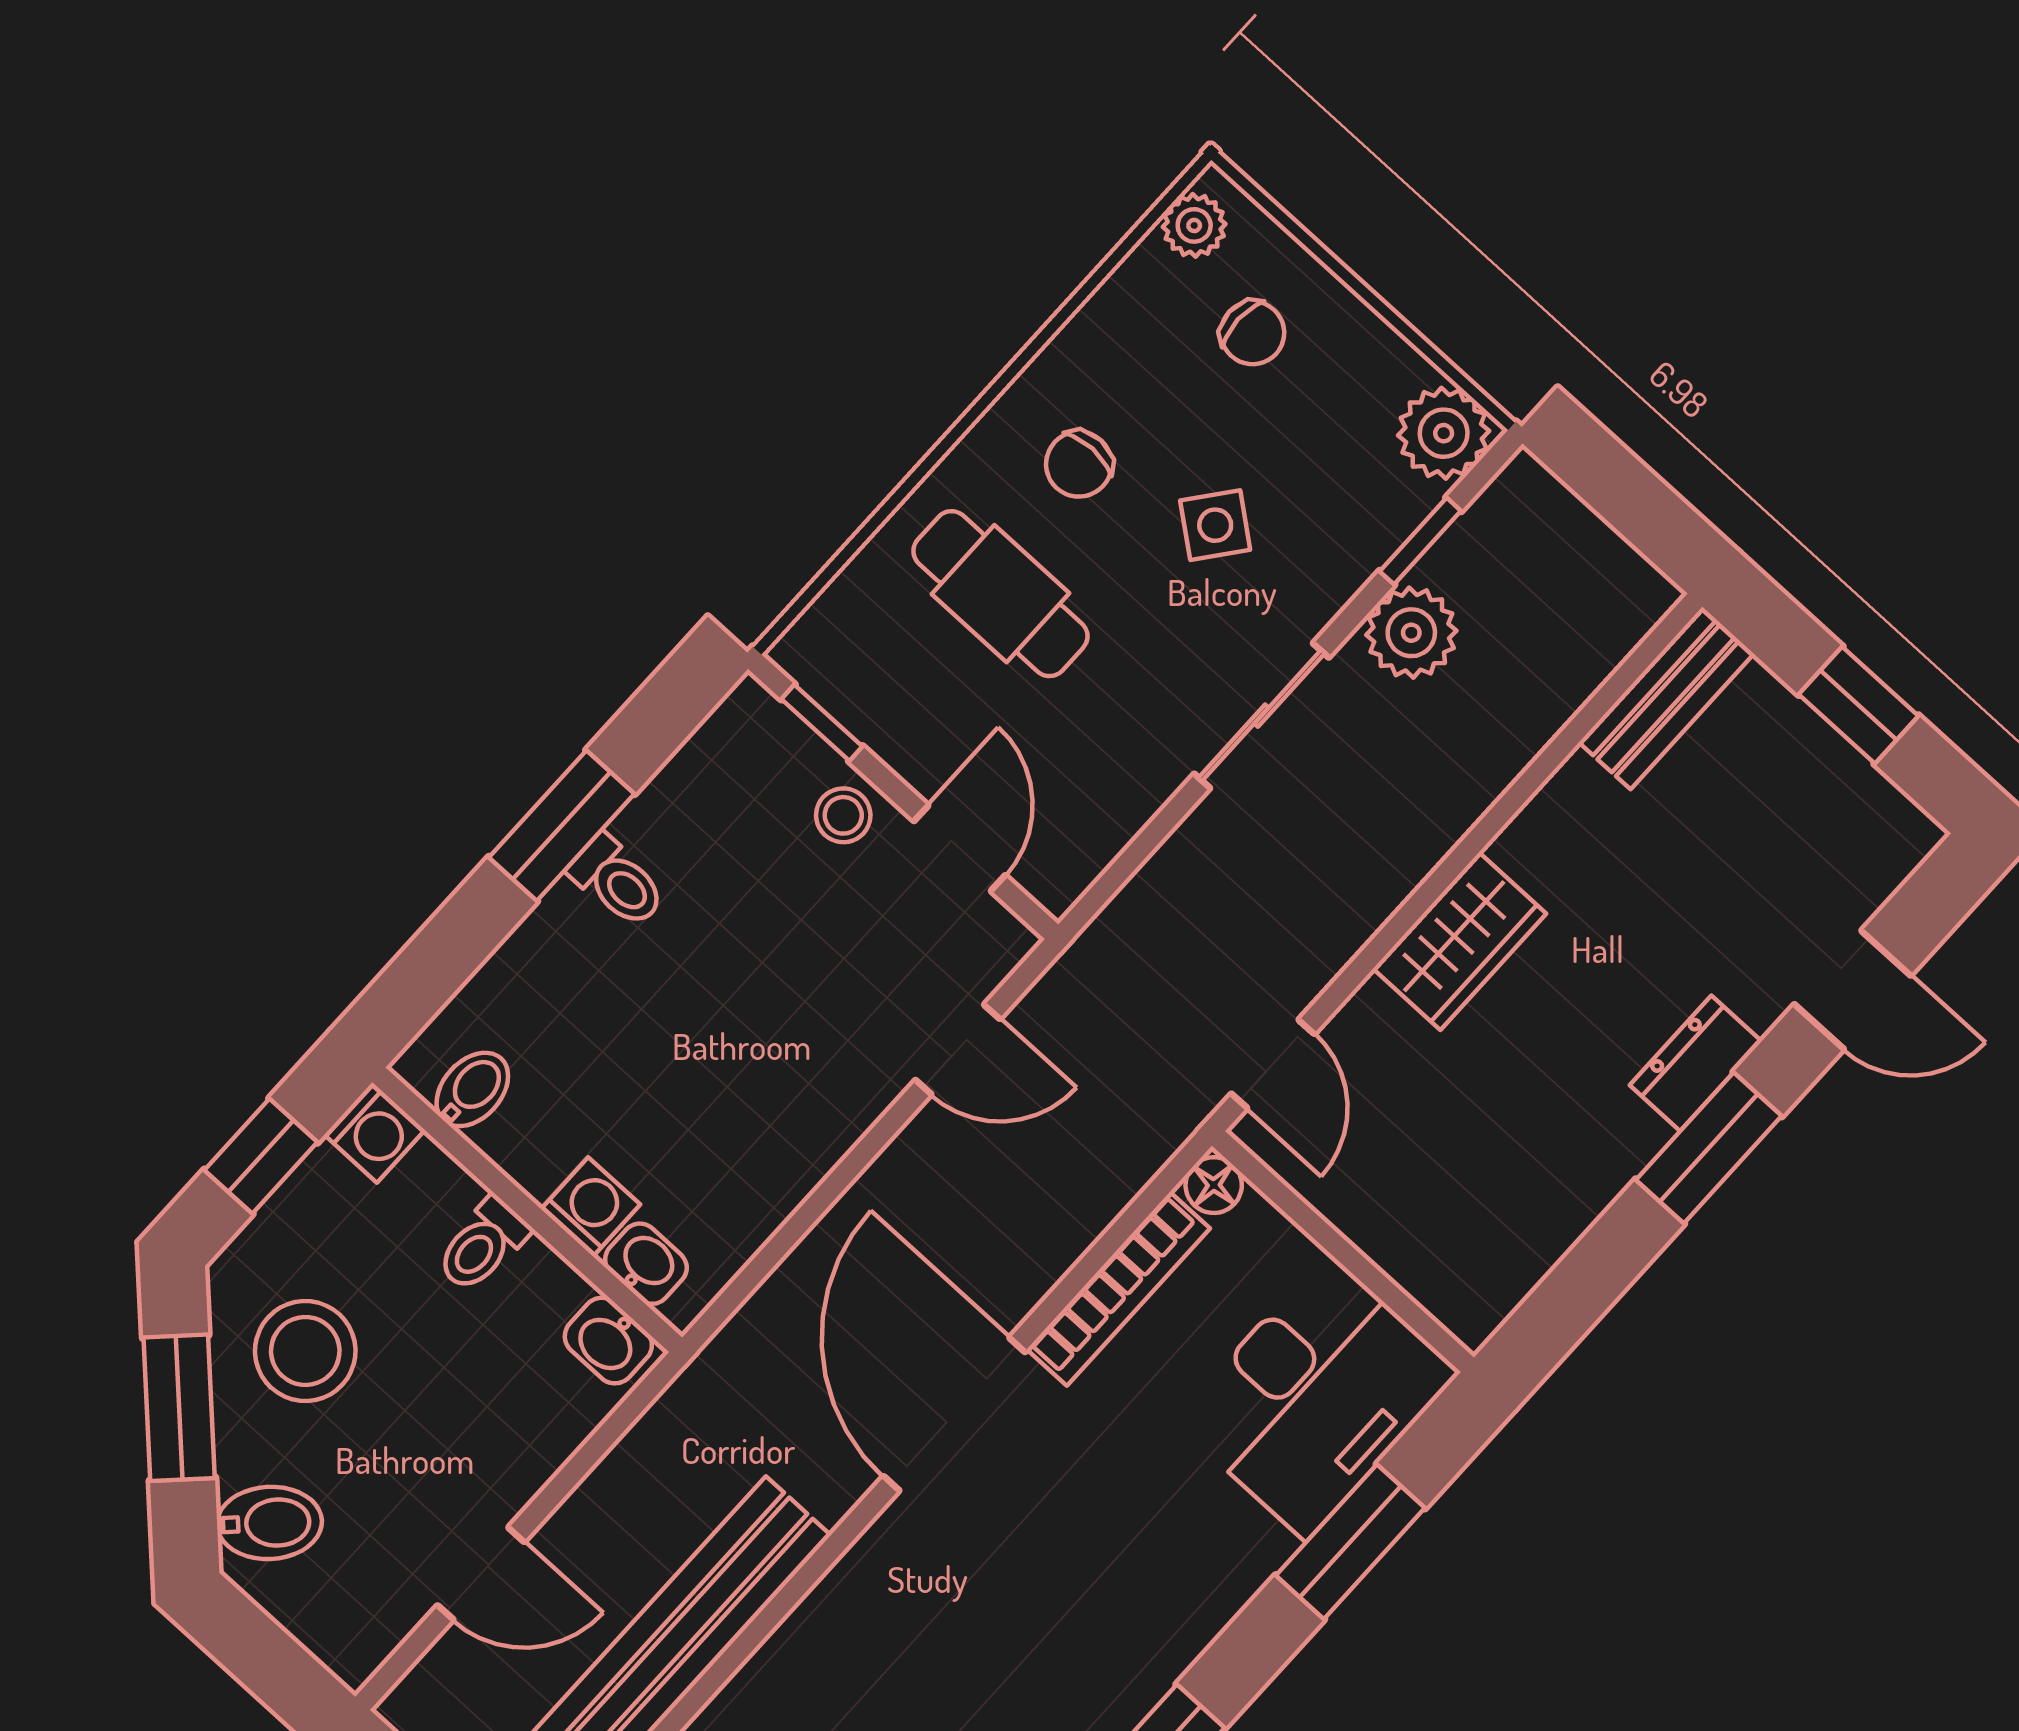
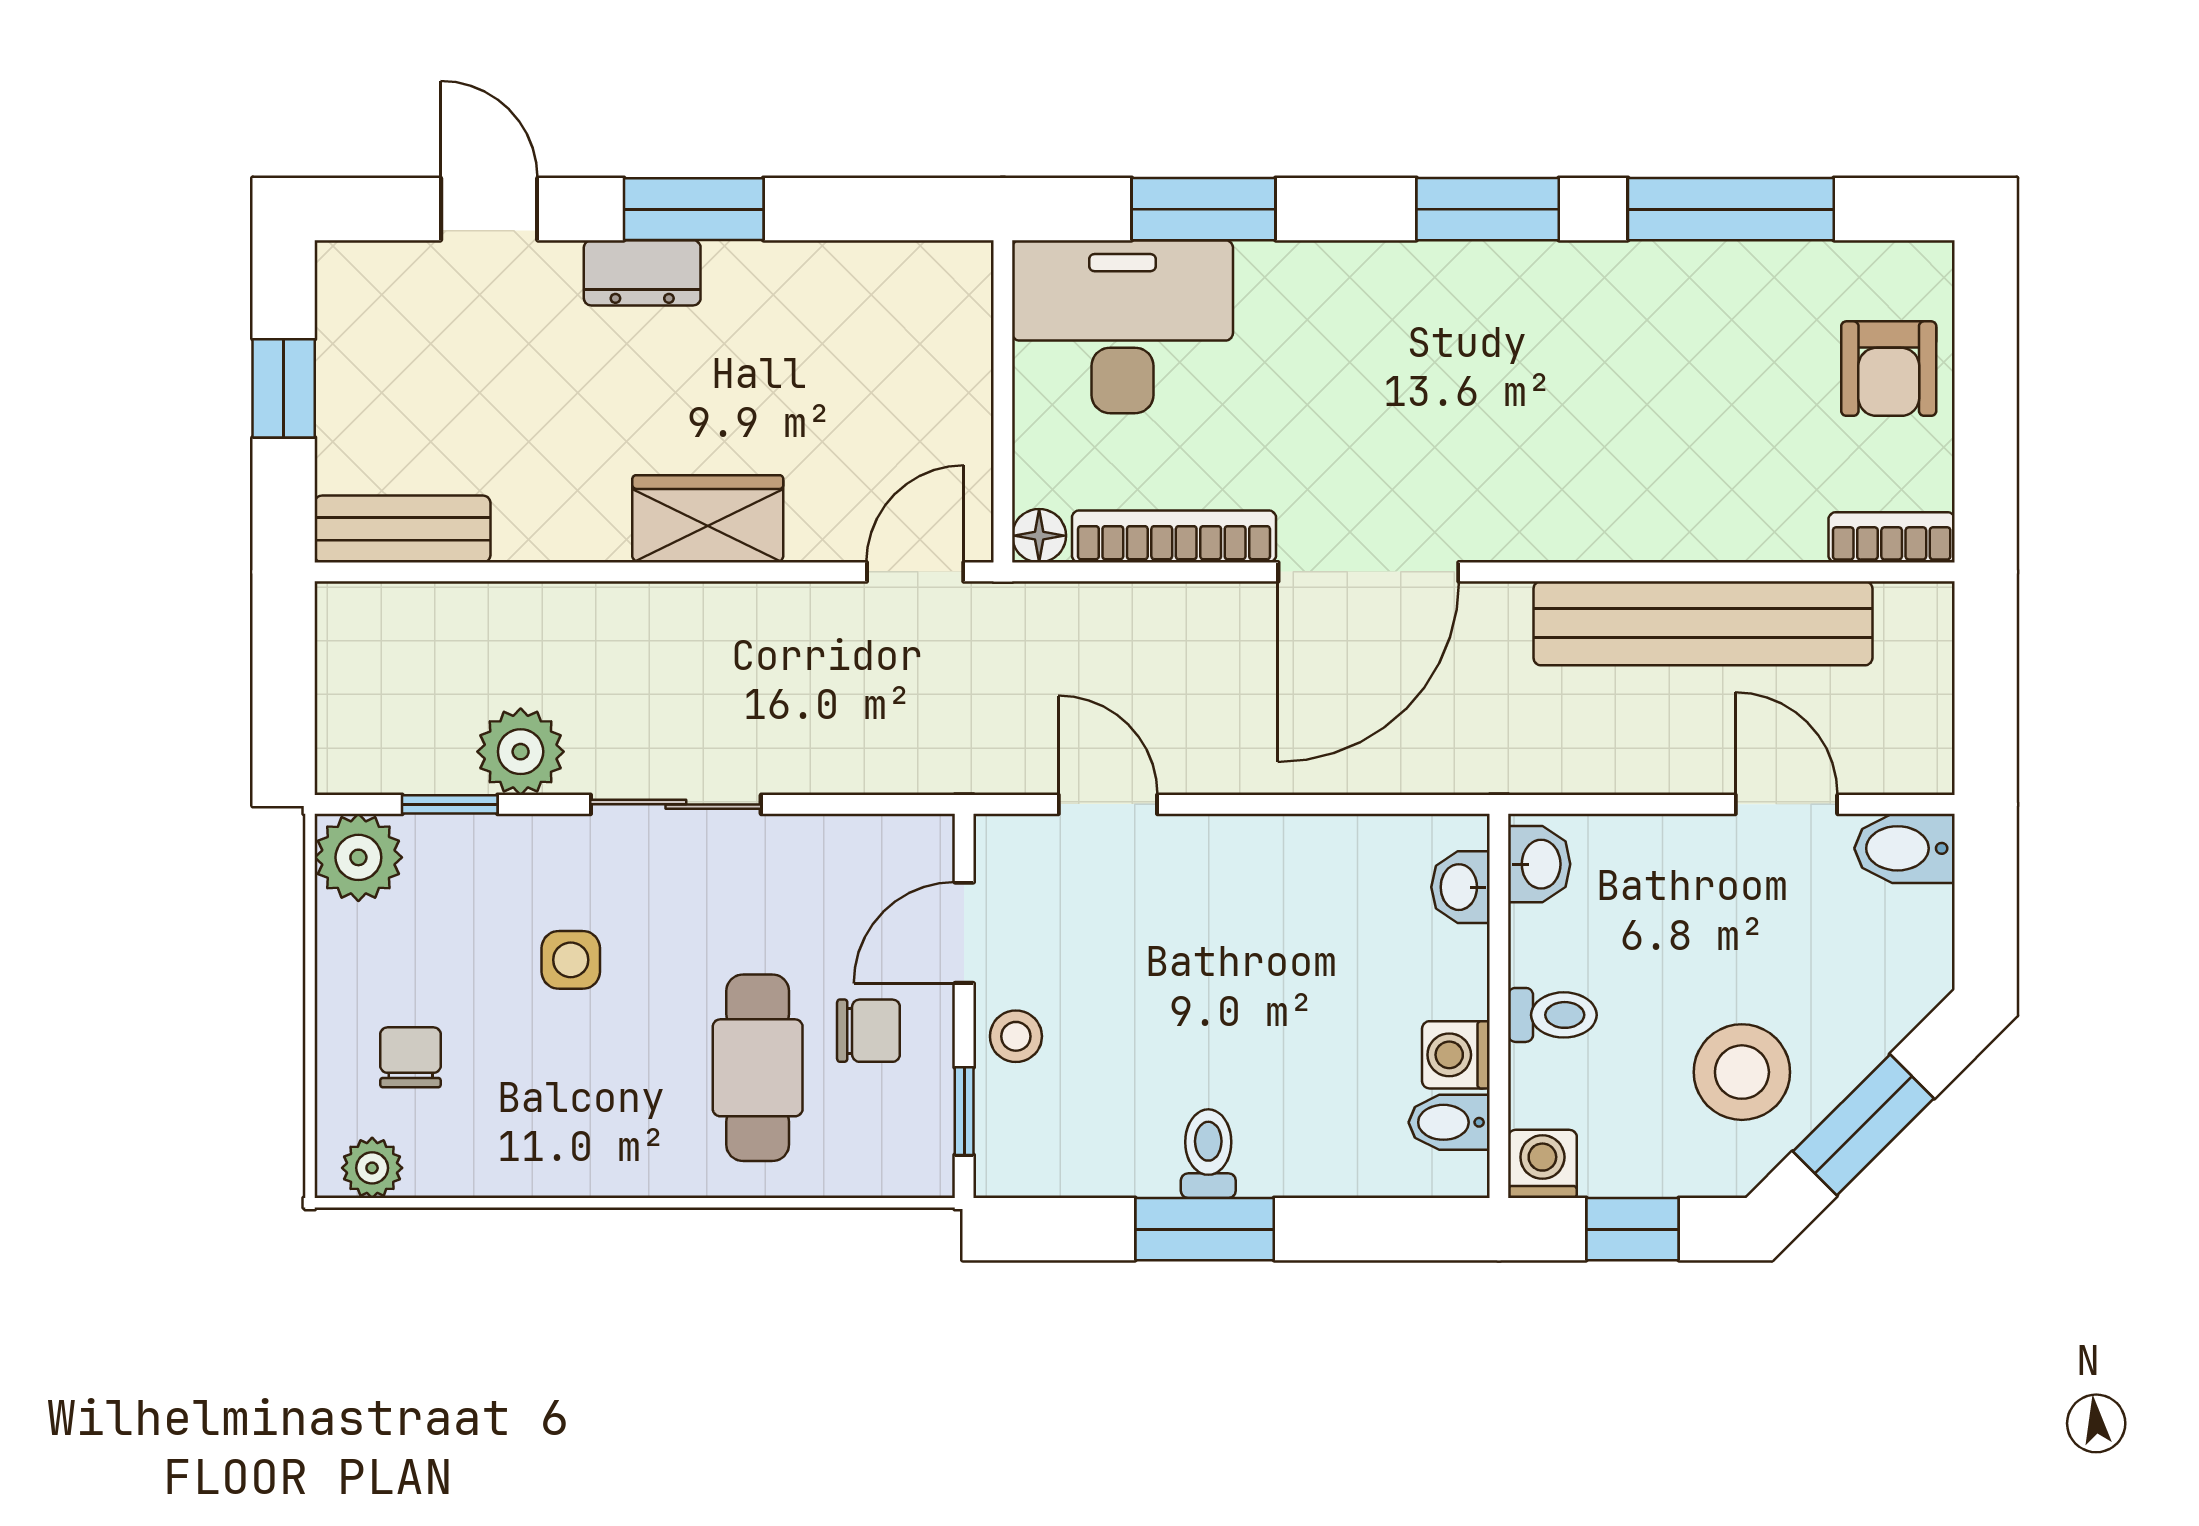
chair: (1079, 464) -> (868, 1031), moved
side table: (1215, 525) -> (571, 960), turned -38
washing machine: (591, 1207) -> (1456, 1055), moved
bidet: (269, 1523) -> (1904, 848), moved, turned -45

